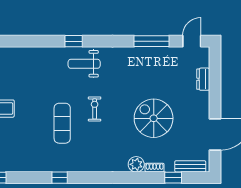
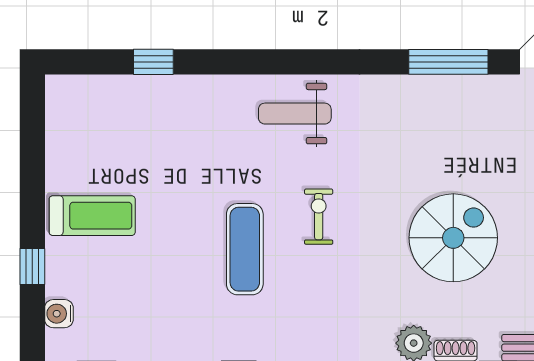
window: (74, 41) -> (153, 62), moved
spiral stairs: (154, 118) -> (453, 238), turned 90

